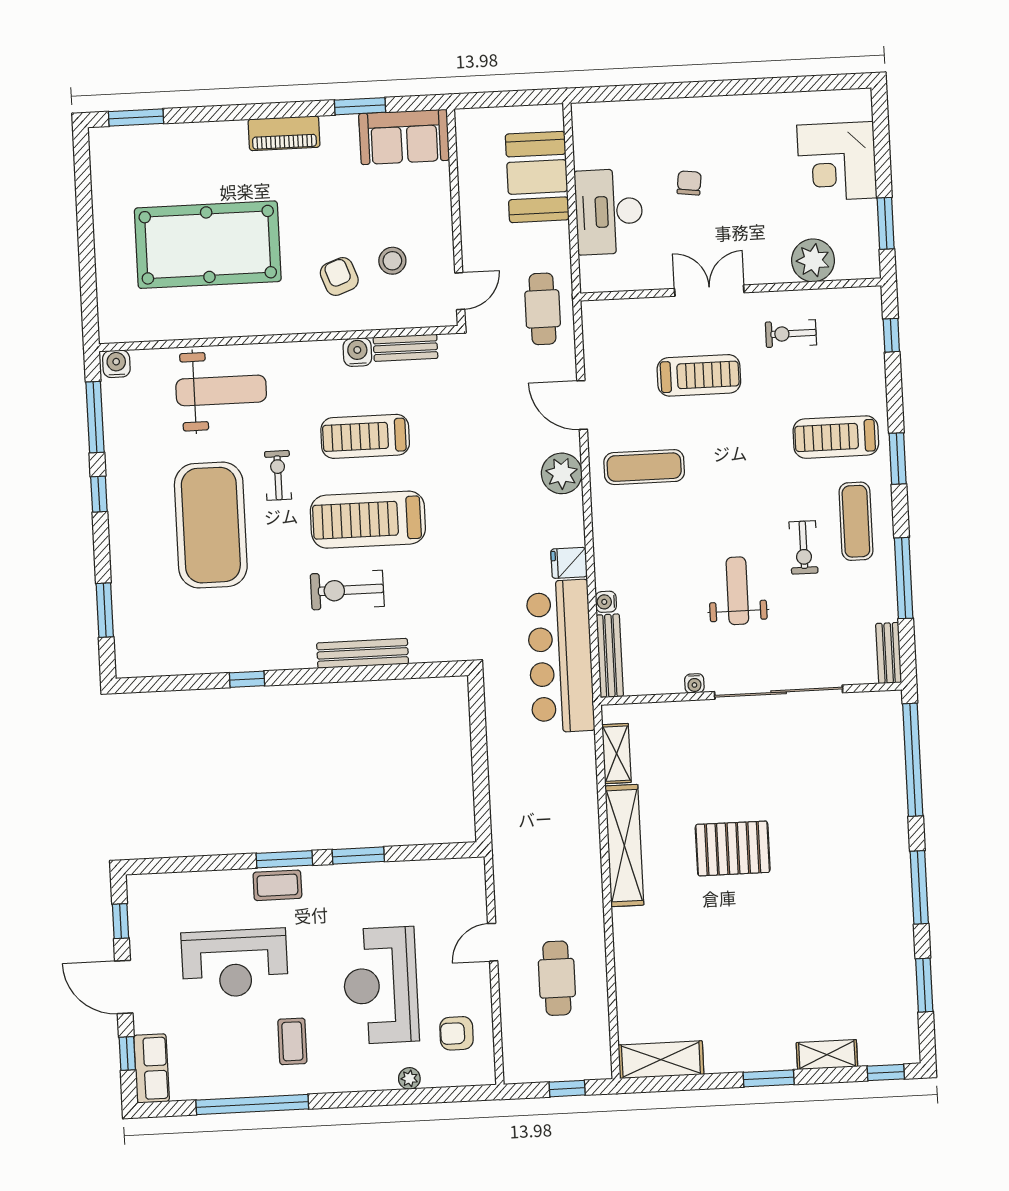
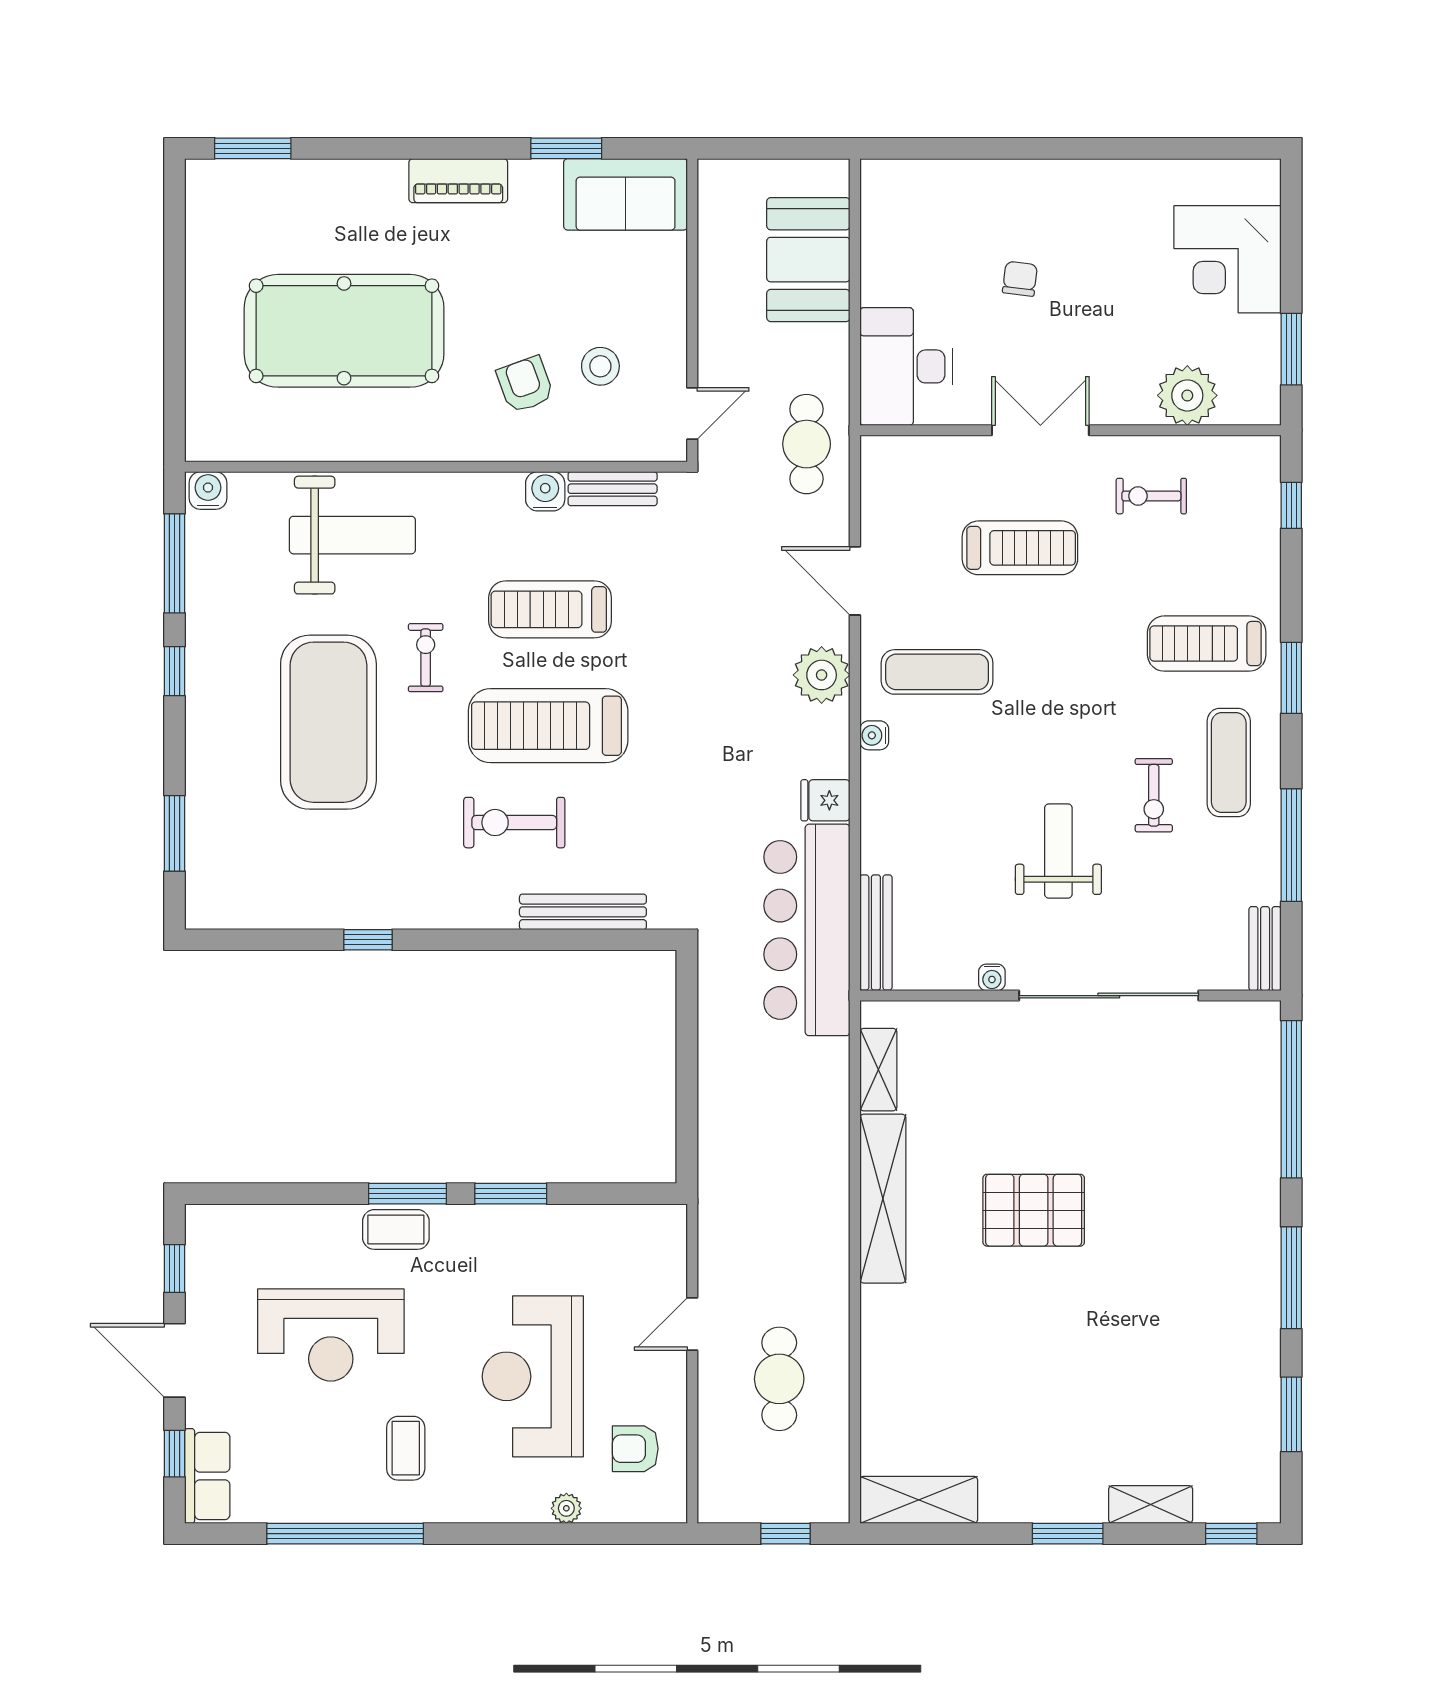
desk: (609, 212) -> (906, 366), moved
water cooler: (606, 602) -> (874, 735), moved
bench: (363, 653) -> (583, 912), moved

